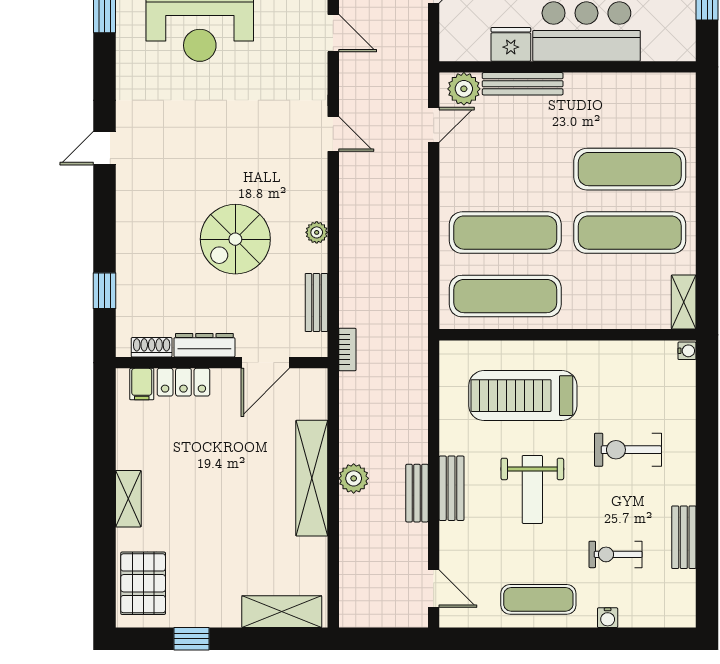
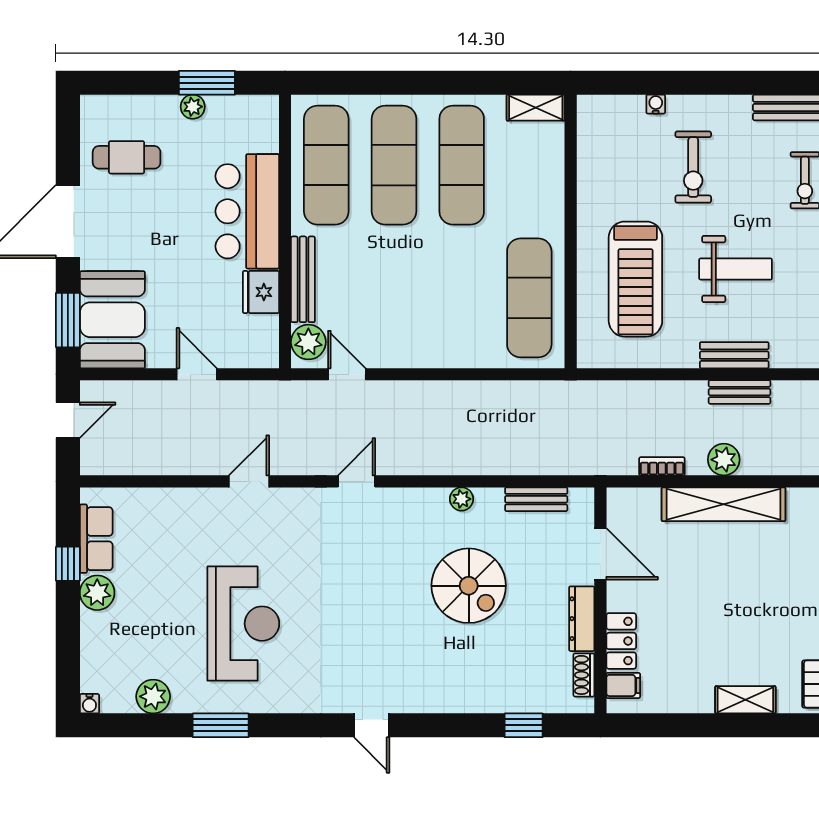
exercise mat: (505, 233) -> (326, 165), moved
bookcase: (347, 350) -> (662, 466), moved
water cooler: (687, 351) -> (656, 104), moved

